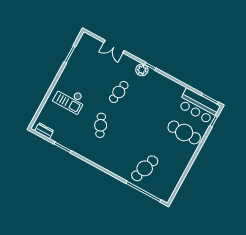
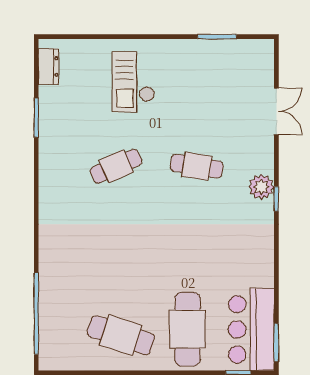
double door: (114, 47) -> (276, 111), swing flipped
cafe table: (145, 168) -> (121, 335), moved

